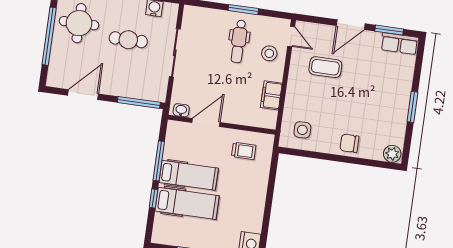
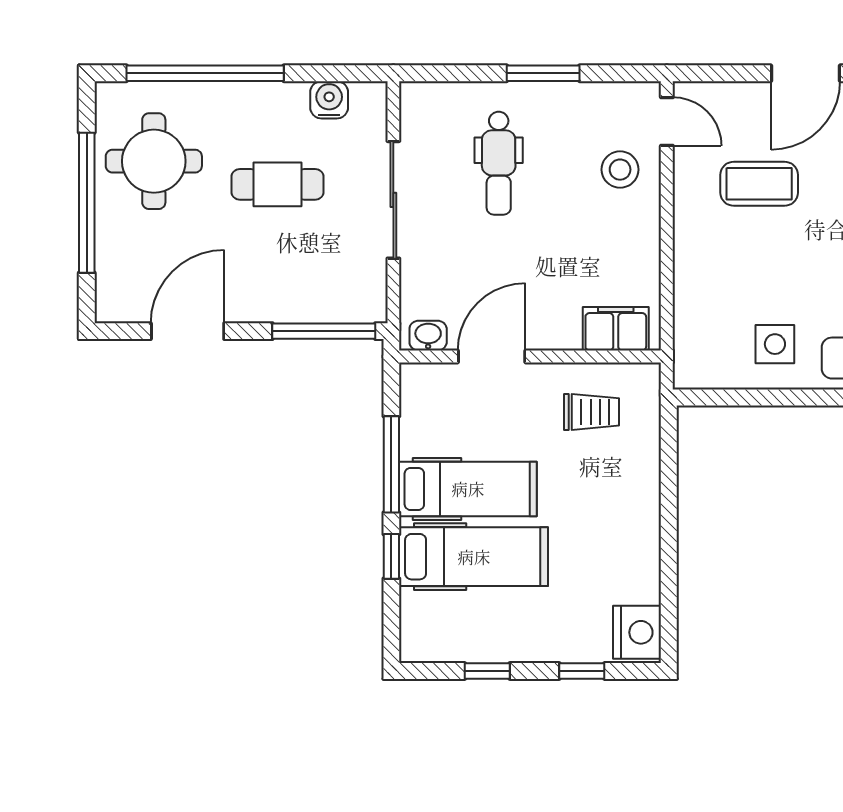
dental chair: (239, 41) -> (499, 163), moved
filing cabinet: (271, 95) -> (616, 329), moved, turned 90
side table: (302, 130) -> (775, 344), moved

